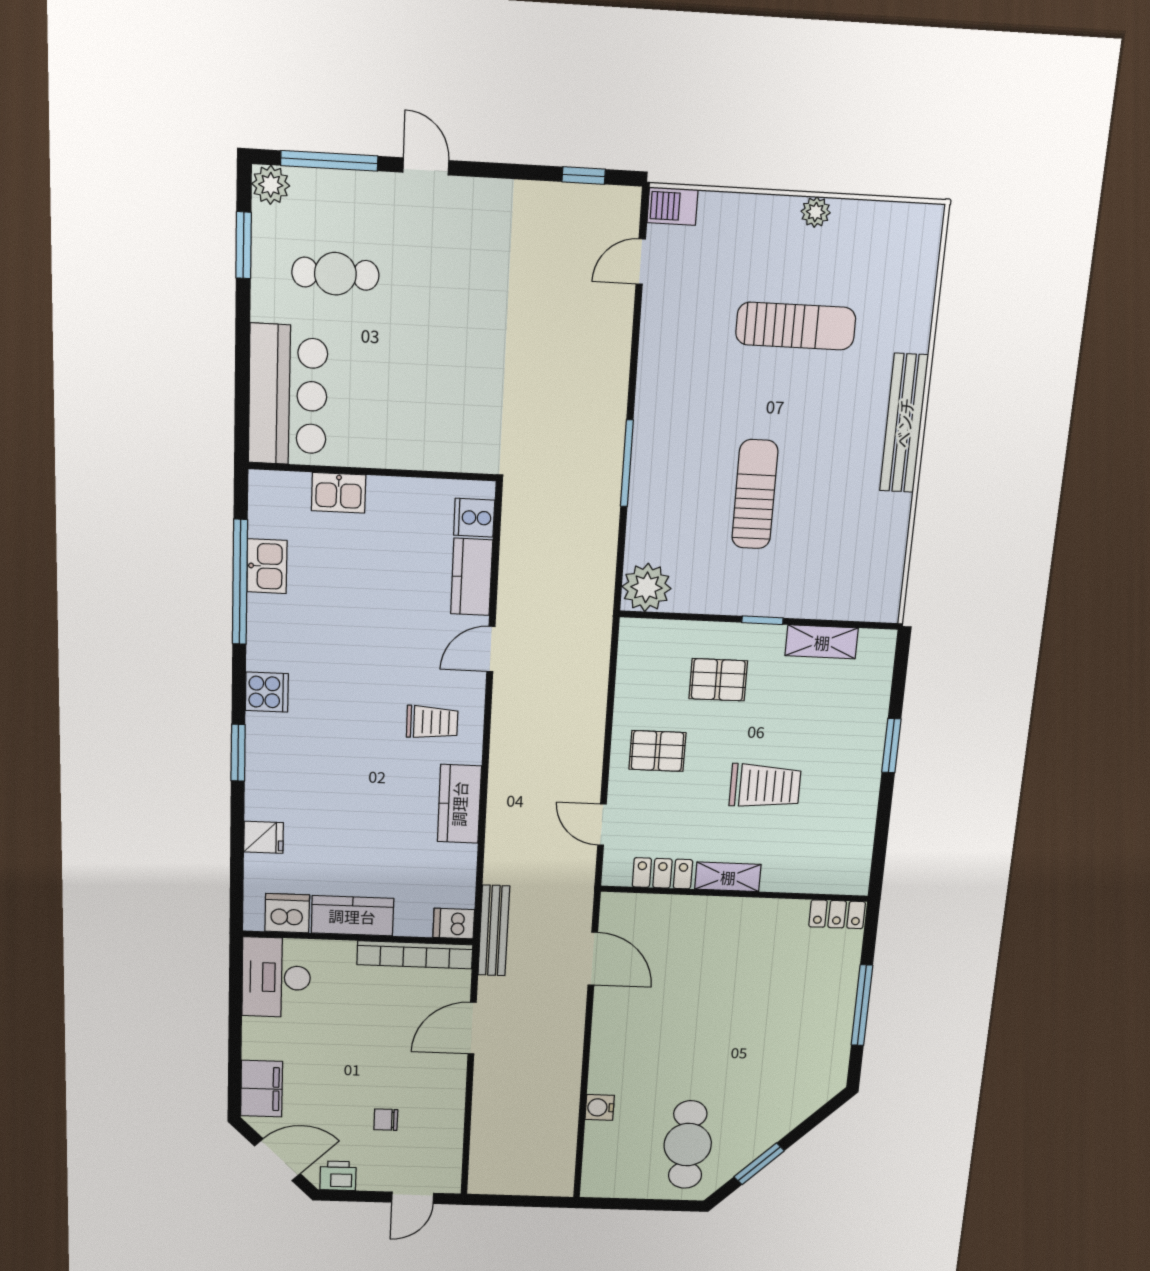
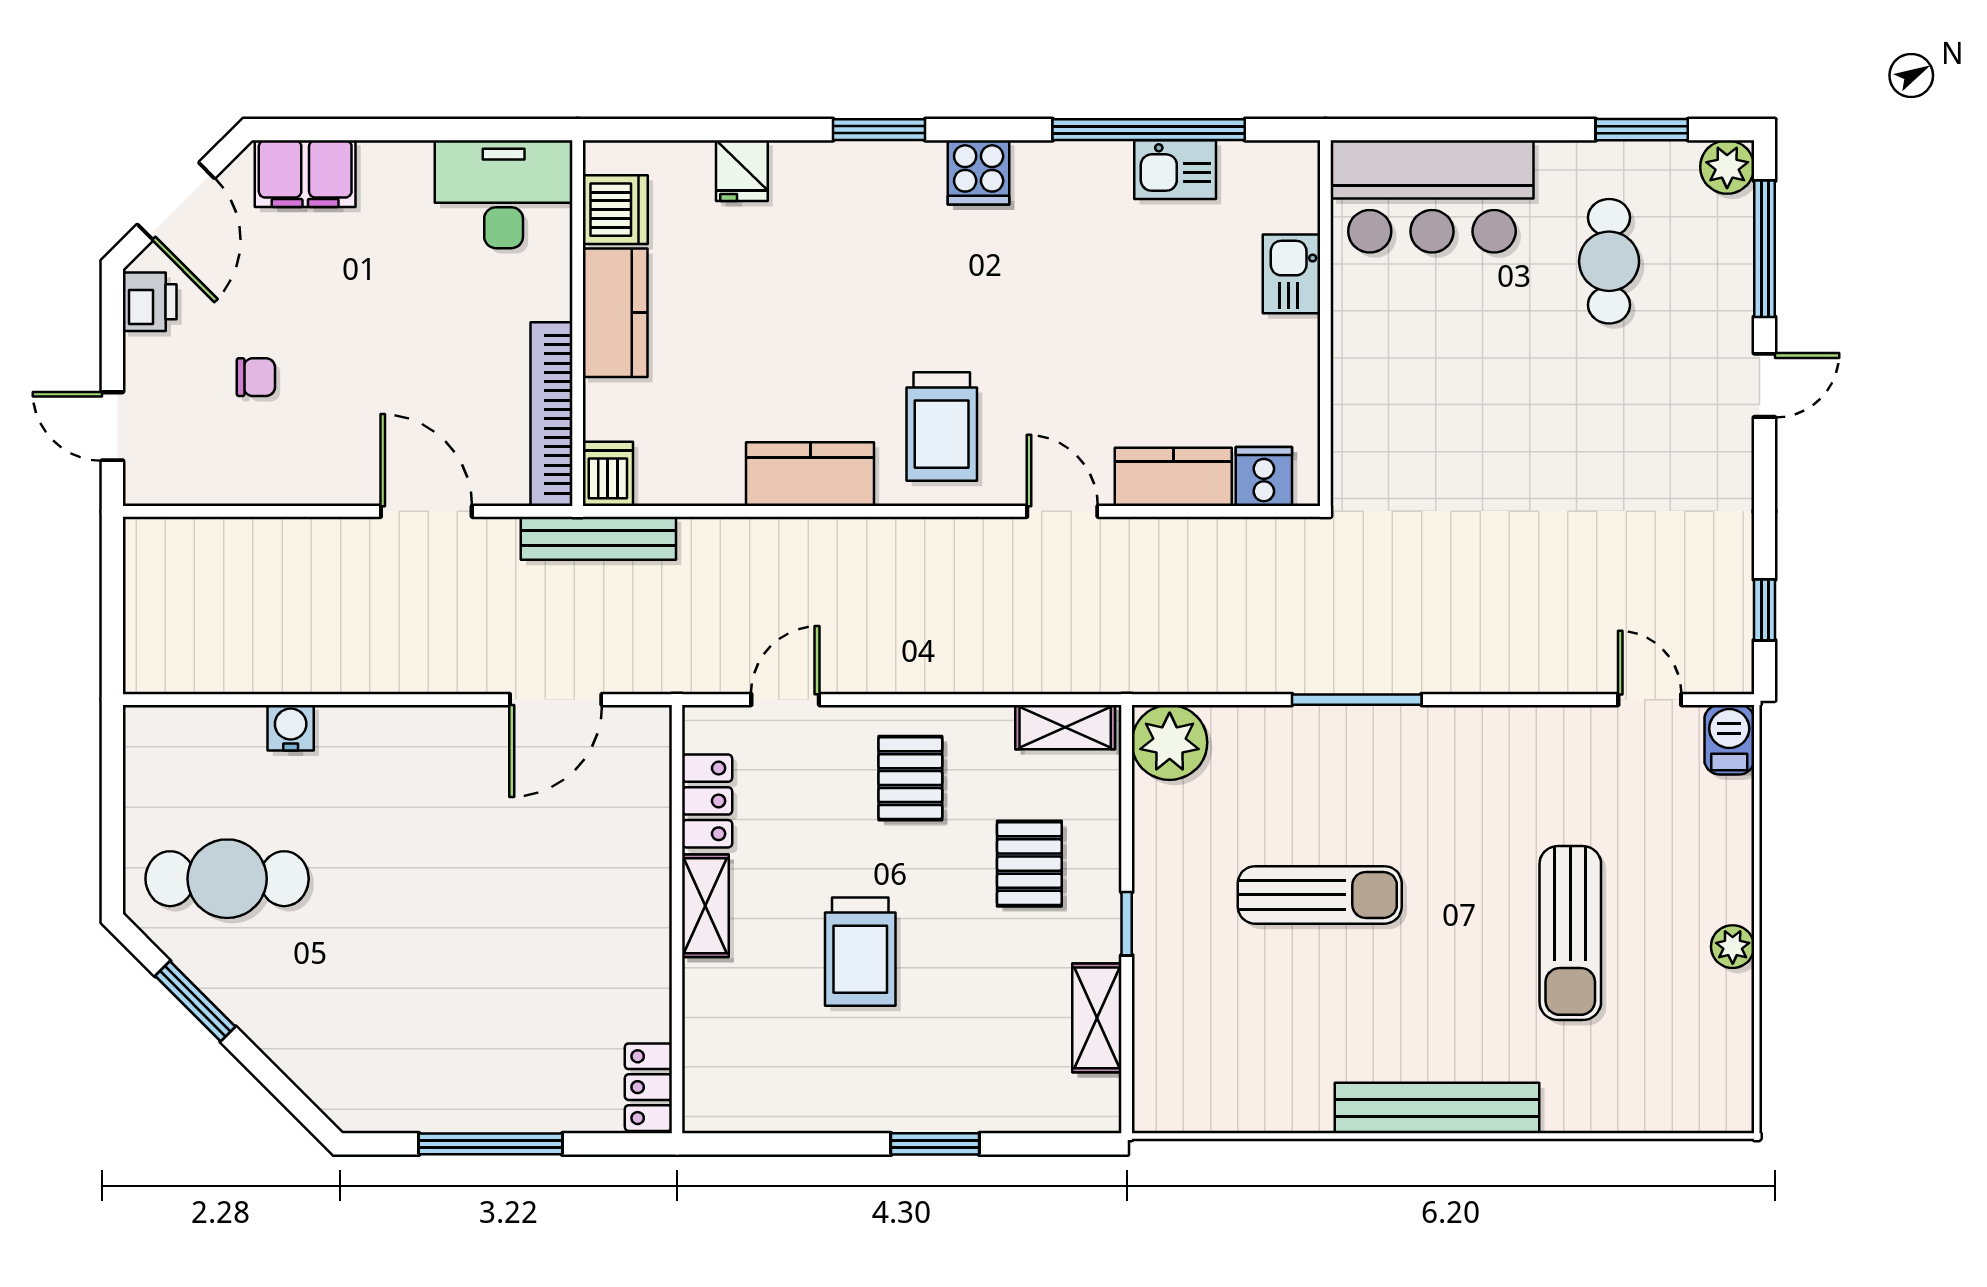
shelving: (632, 653) -> (1065, 727), added
trolley: (432, 722) -> (942, 426), width x1.36, depth x1.39
chair: (386, 1120) -> (256, 377), turned 90

